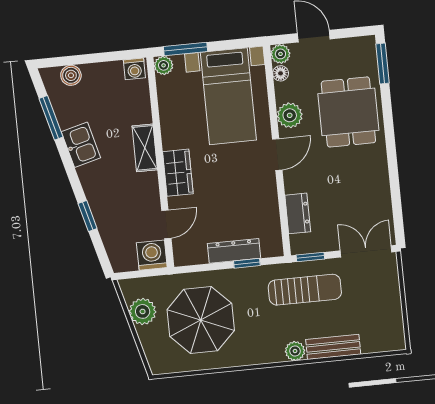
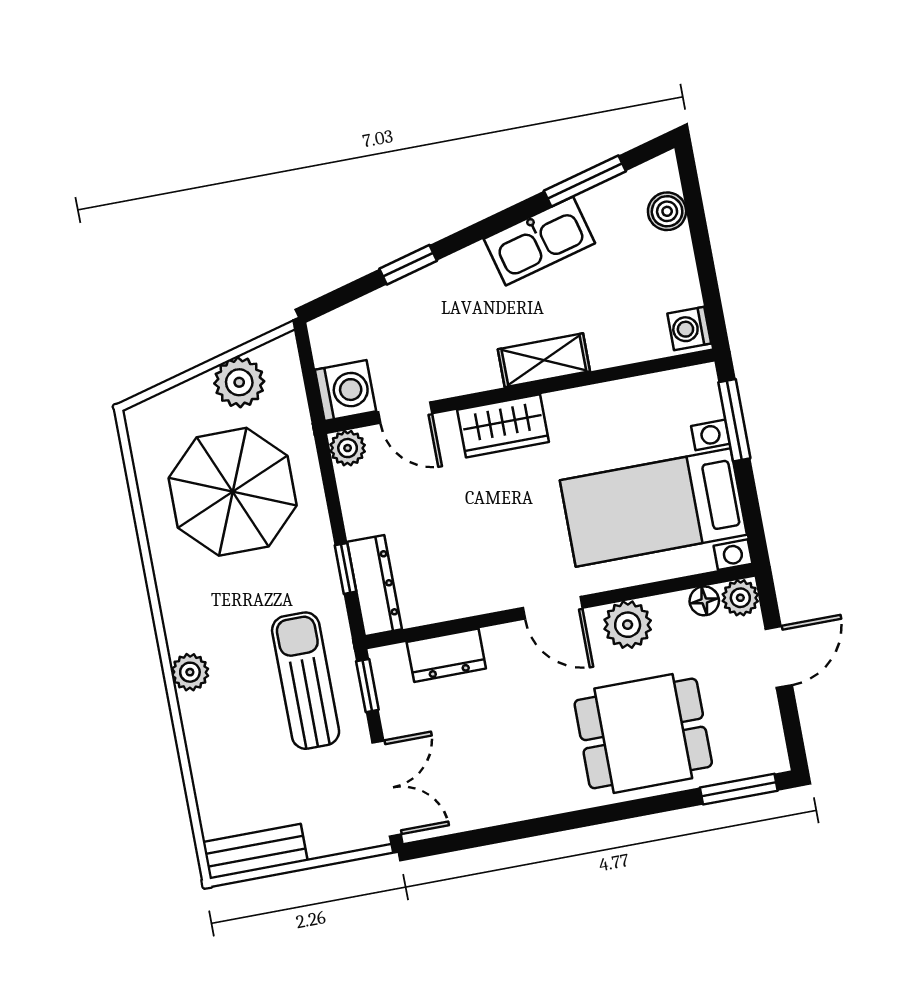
plant: (164, 65) -> (348, 448), moved
kitchen sink: (81, 145) -> (539, 241), width x1.38
dresser: (234, 251) -> (375, 586), moved
sun lounger: (305, 290) -> (306, 681), turned 180
bench: (333, 347) -> (255, 851), moved, turned 90

